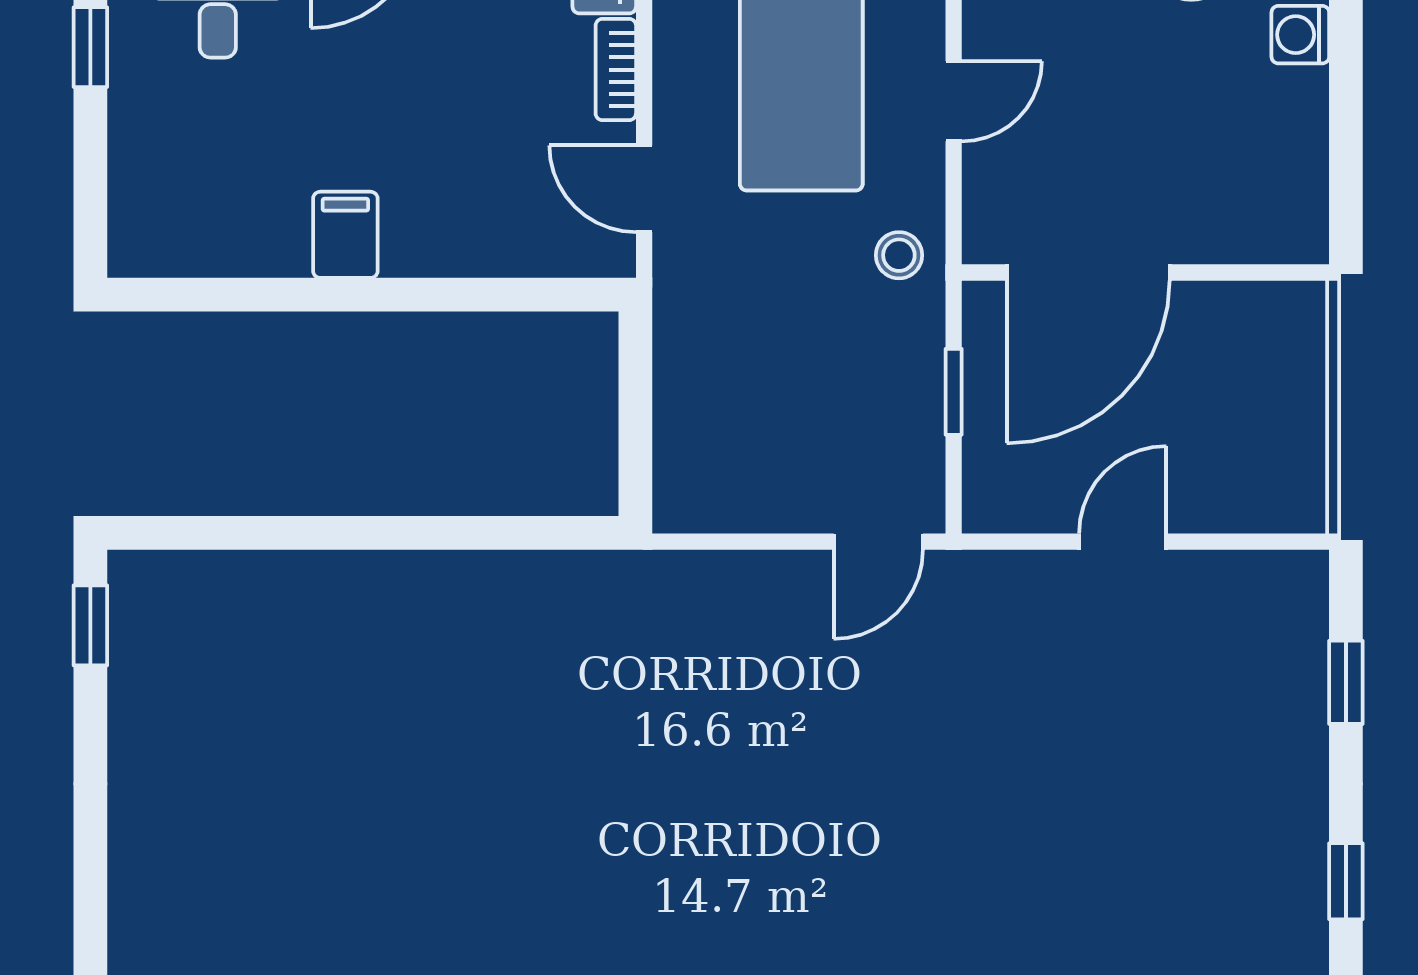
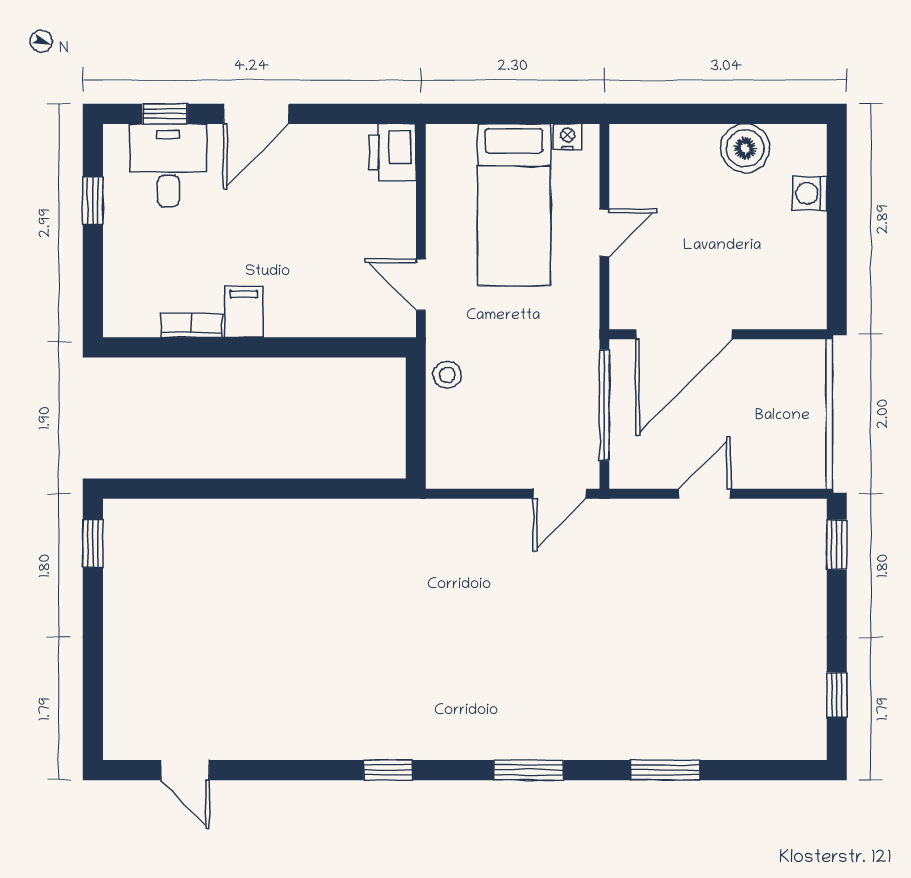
bookcase: (616, 70) -> (192, 325), moved, turned 90
stool: (899, 255) -> (447, 375), moved
window: (954, 392) -> (604, 405), width x2.17
window: (1346, 682) -> (837, 545), moved

